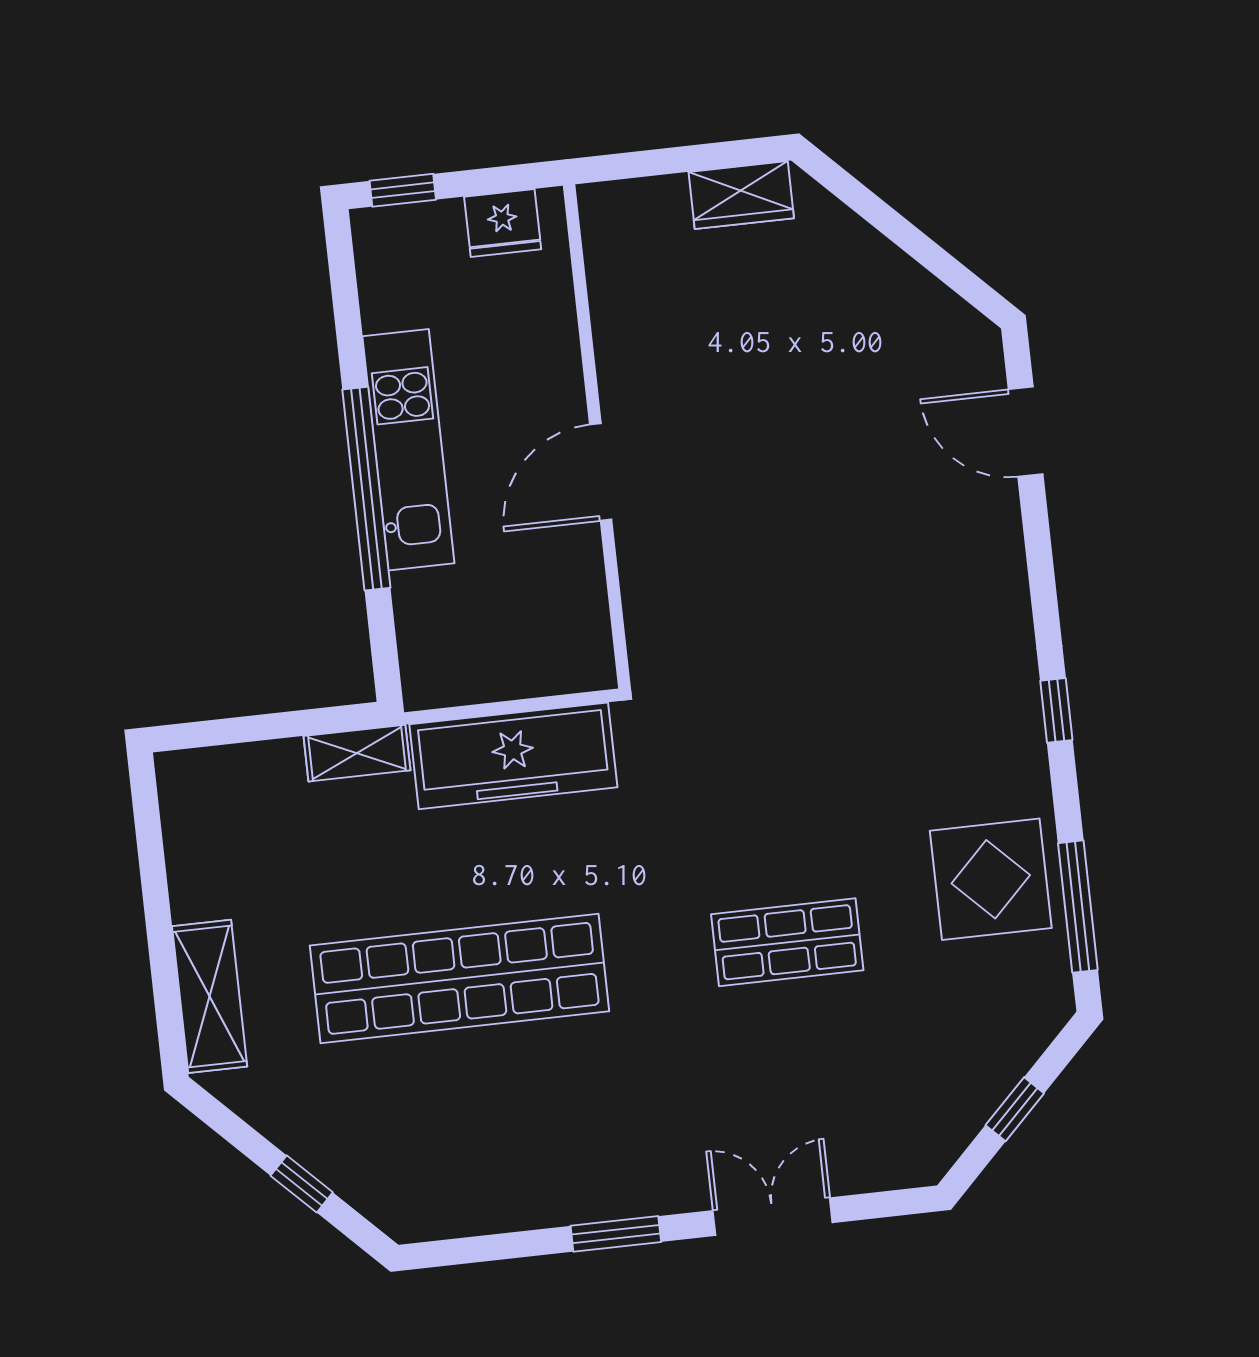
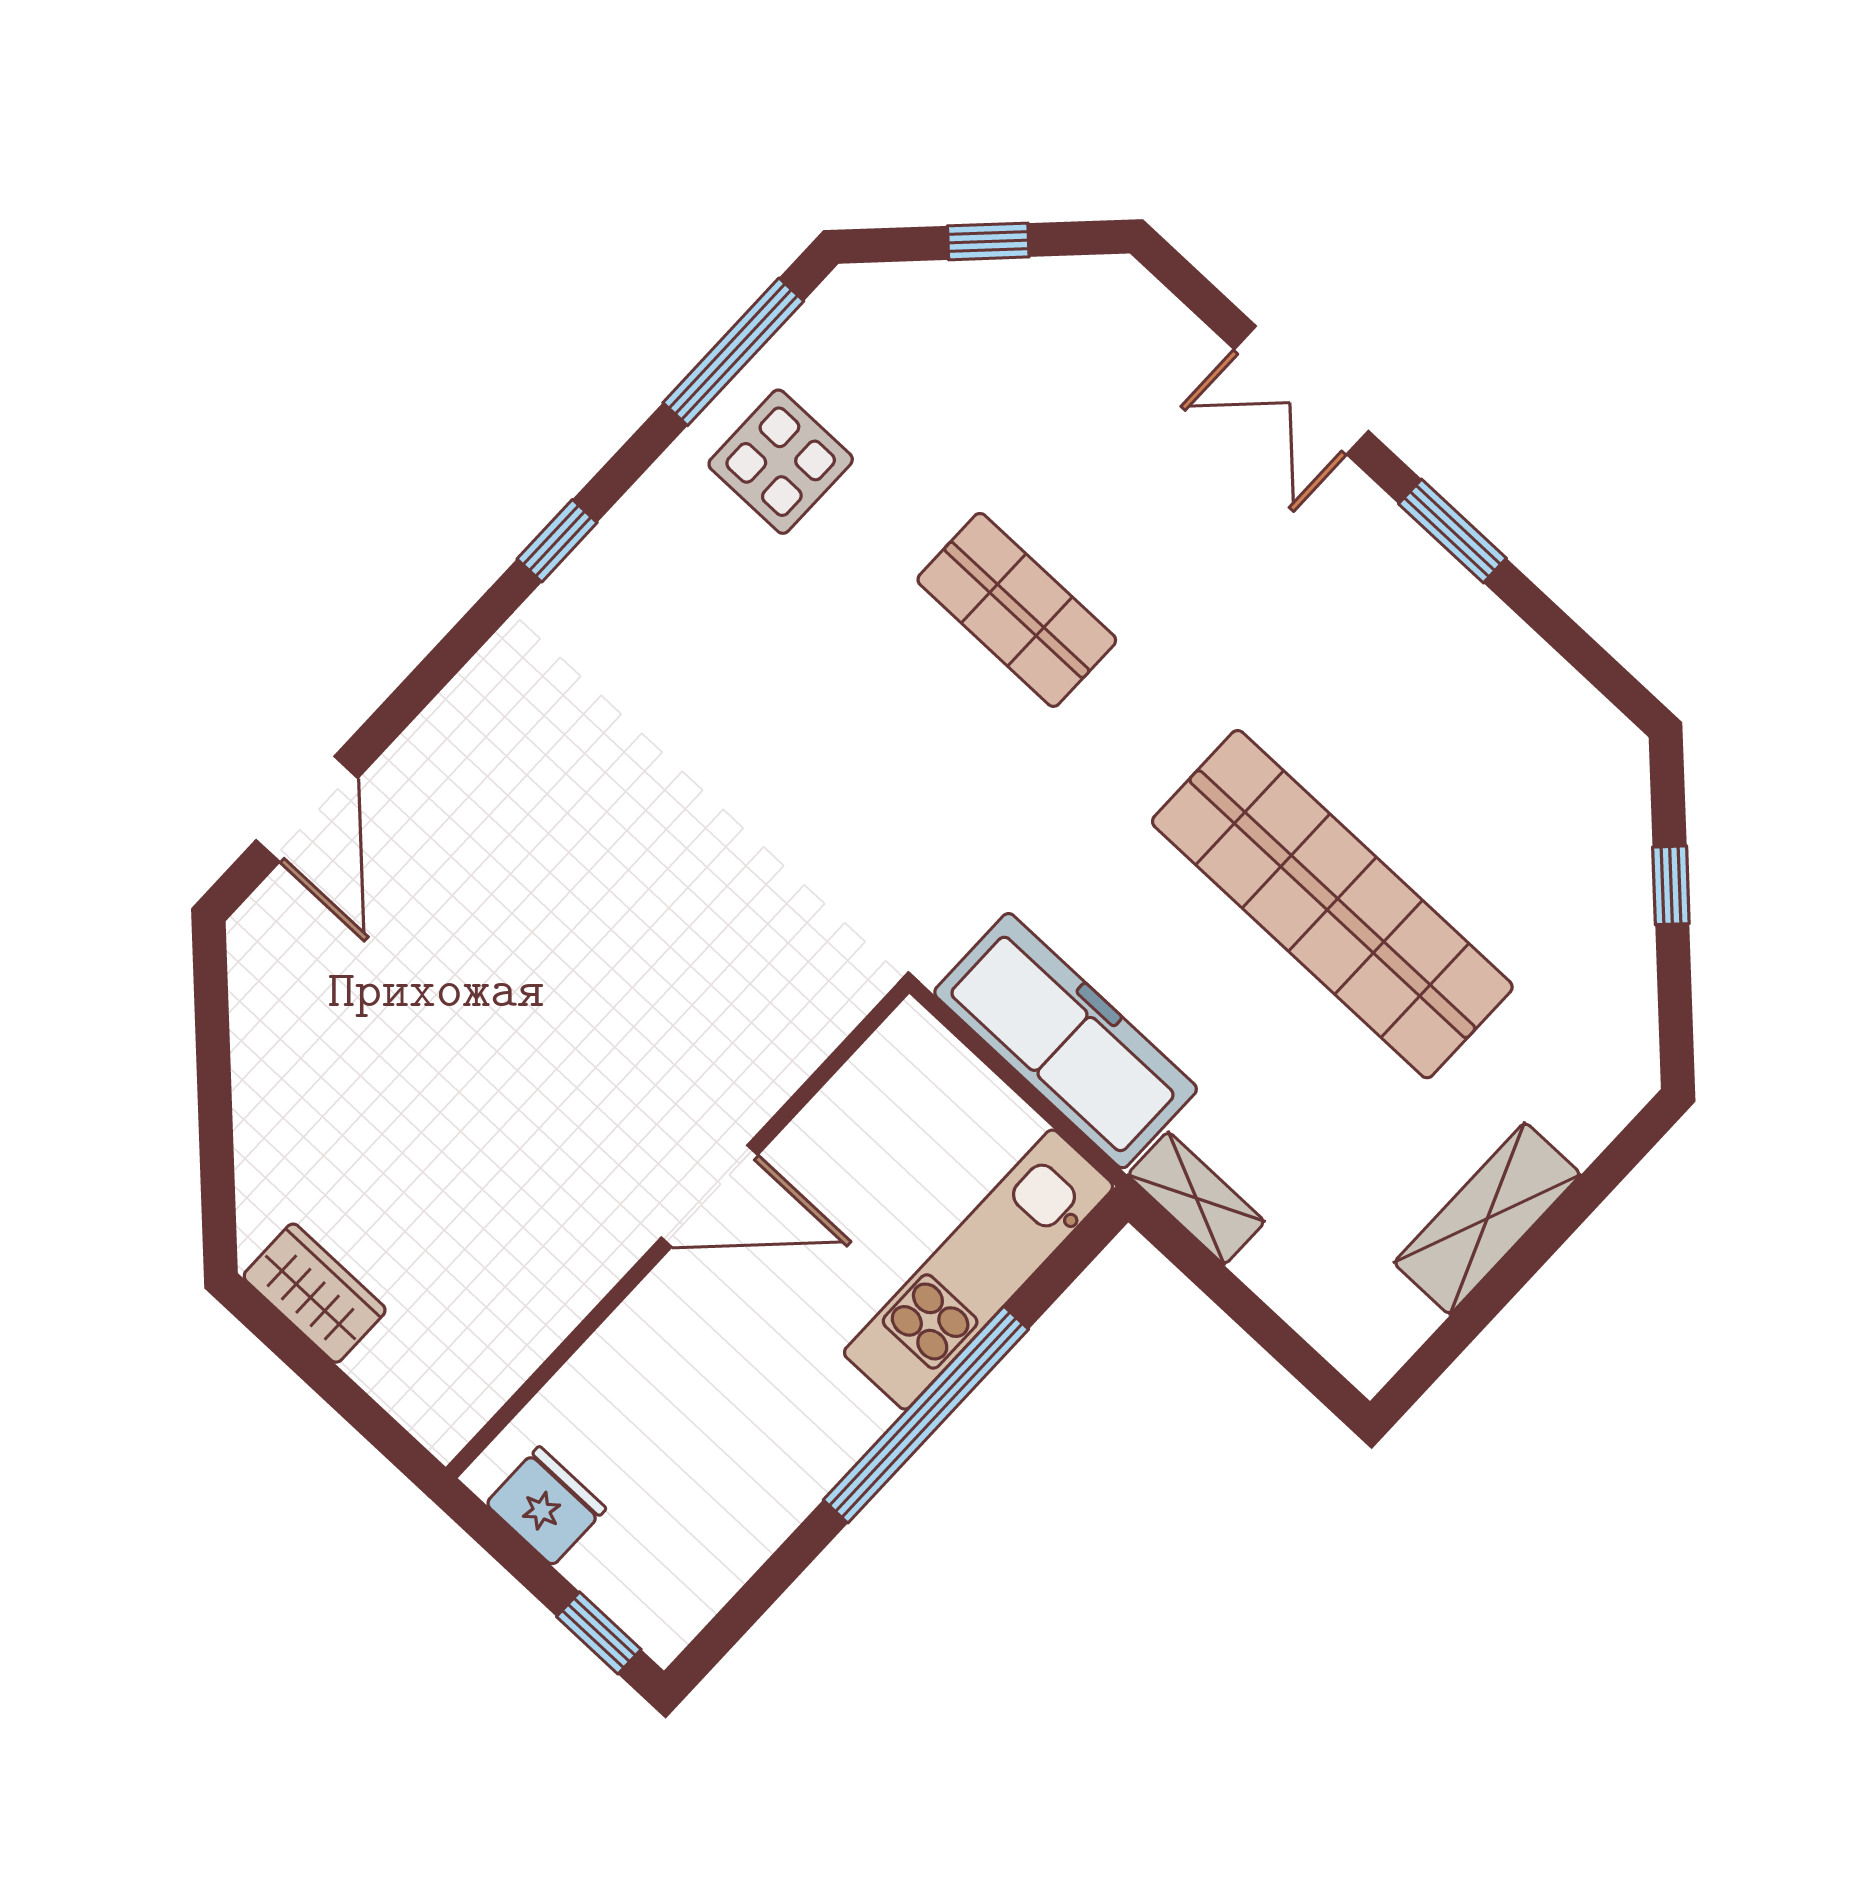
kitchen unit: (408, 450) -> (979, 1270), moved
display table: (991, 879) -> (781, 462), width x0.73, depth x0.73
shelving: (210, 996) -> (1487, 1218), moved

